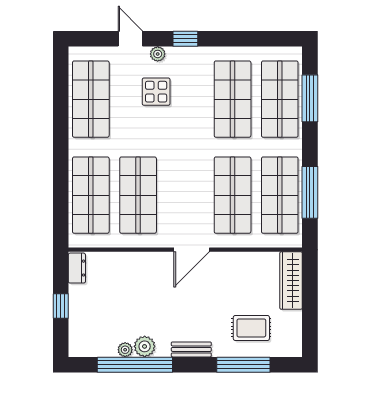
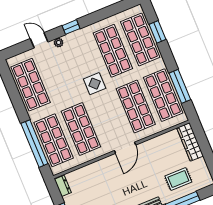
display table: (156, 92) -> (95, 84), moved
window: (310, 98) -> (157, 32), width x0.69
window: (61, 188) -> (34, 144), added

